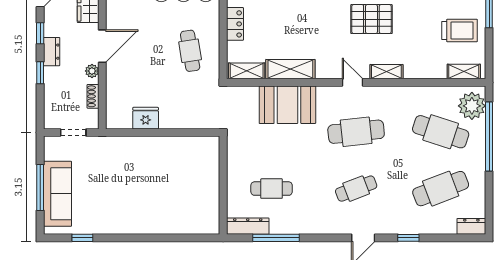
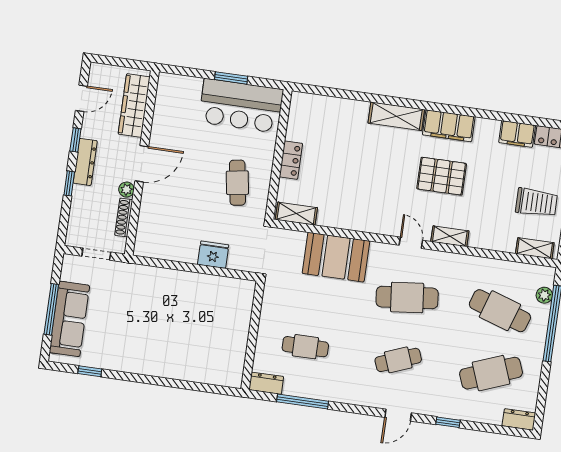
dresser: (52, 52) -> (85, 162), width x1.44
shelving: (290, 69) -> (345, 219), removed
shoe rack: (93, 96) -> (124, 217), width x1.43
plant: (472, 106) -> (544, 295), width x0.53, depth x0.53
fridge: (146, 118) -> (213, 255), moved
dresser: (248, 226) -> (266, 383), width x0.70

